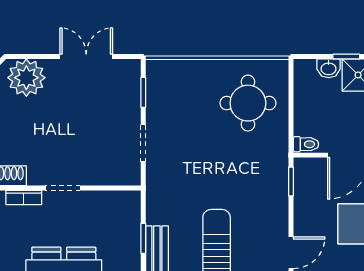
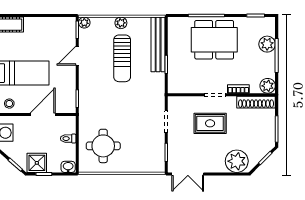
double door: (86, 57) -> (188, 174), moved
washbasin: (329, 68) -> (68, 167), moved
rug: (71, 141) -> (210, 123), added
toilet: (306, 144) -> (68, 139), moved

